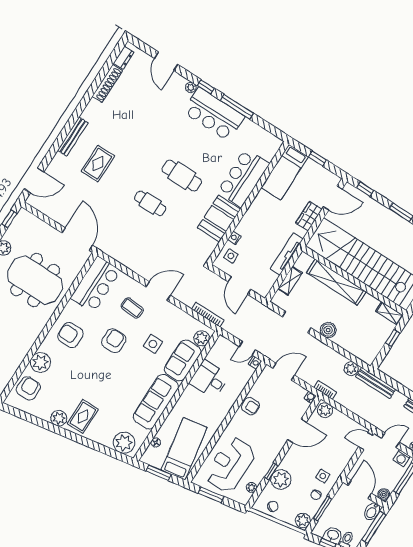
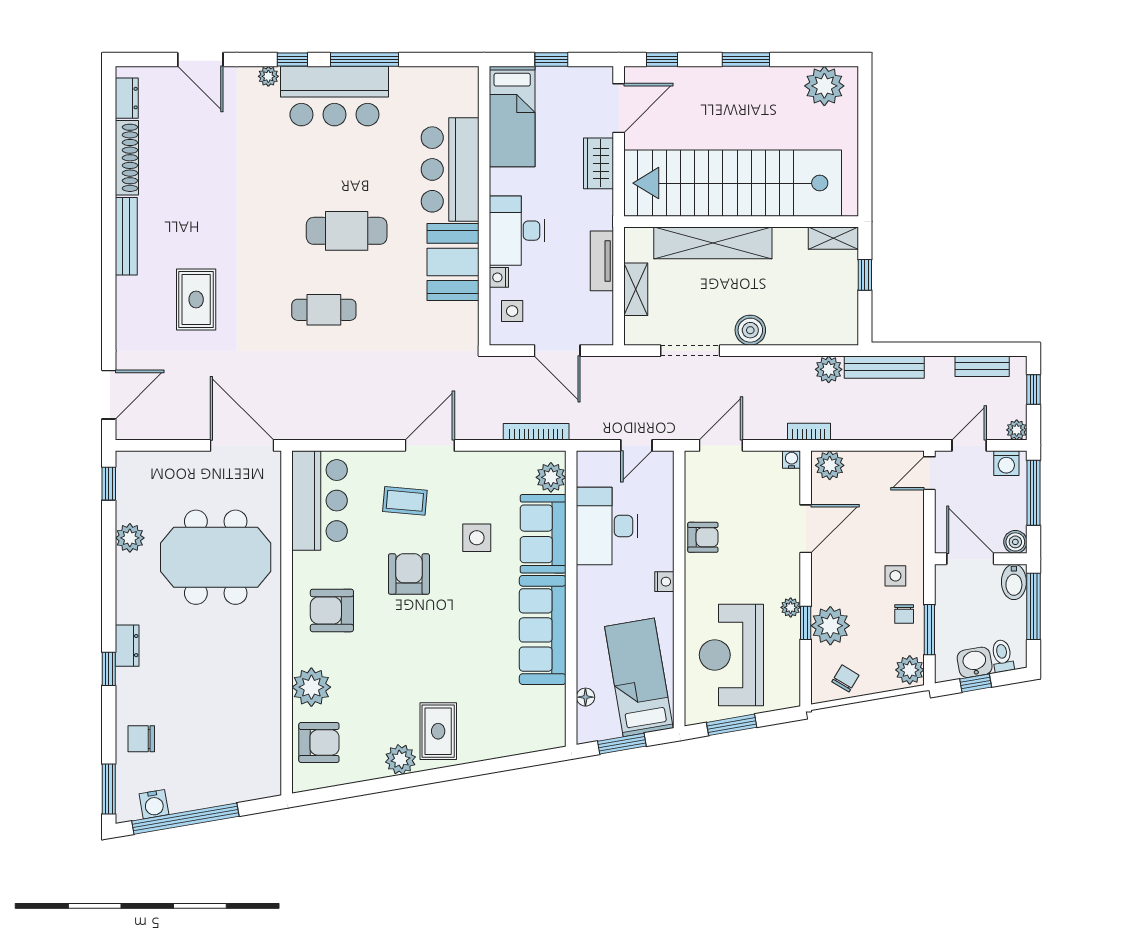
bench: (73, 137) -> (126, 236), moved
desk: (255, 223) -> (517, 231), added
tv unit: (287, 254) -> (602, 261), width x0.71
nightstand: (255, 363) -> (664, 582), moved
desk: (209, 379) -> (607, 526), width x1.37
armchair: (28, 388) -> (319, 742), turned 90
plant: (124, 443) -> (534, 731), removed
plant: (252, 488) -> (791, 607), moved

